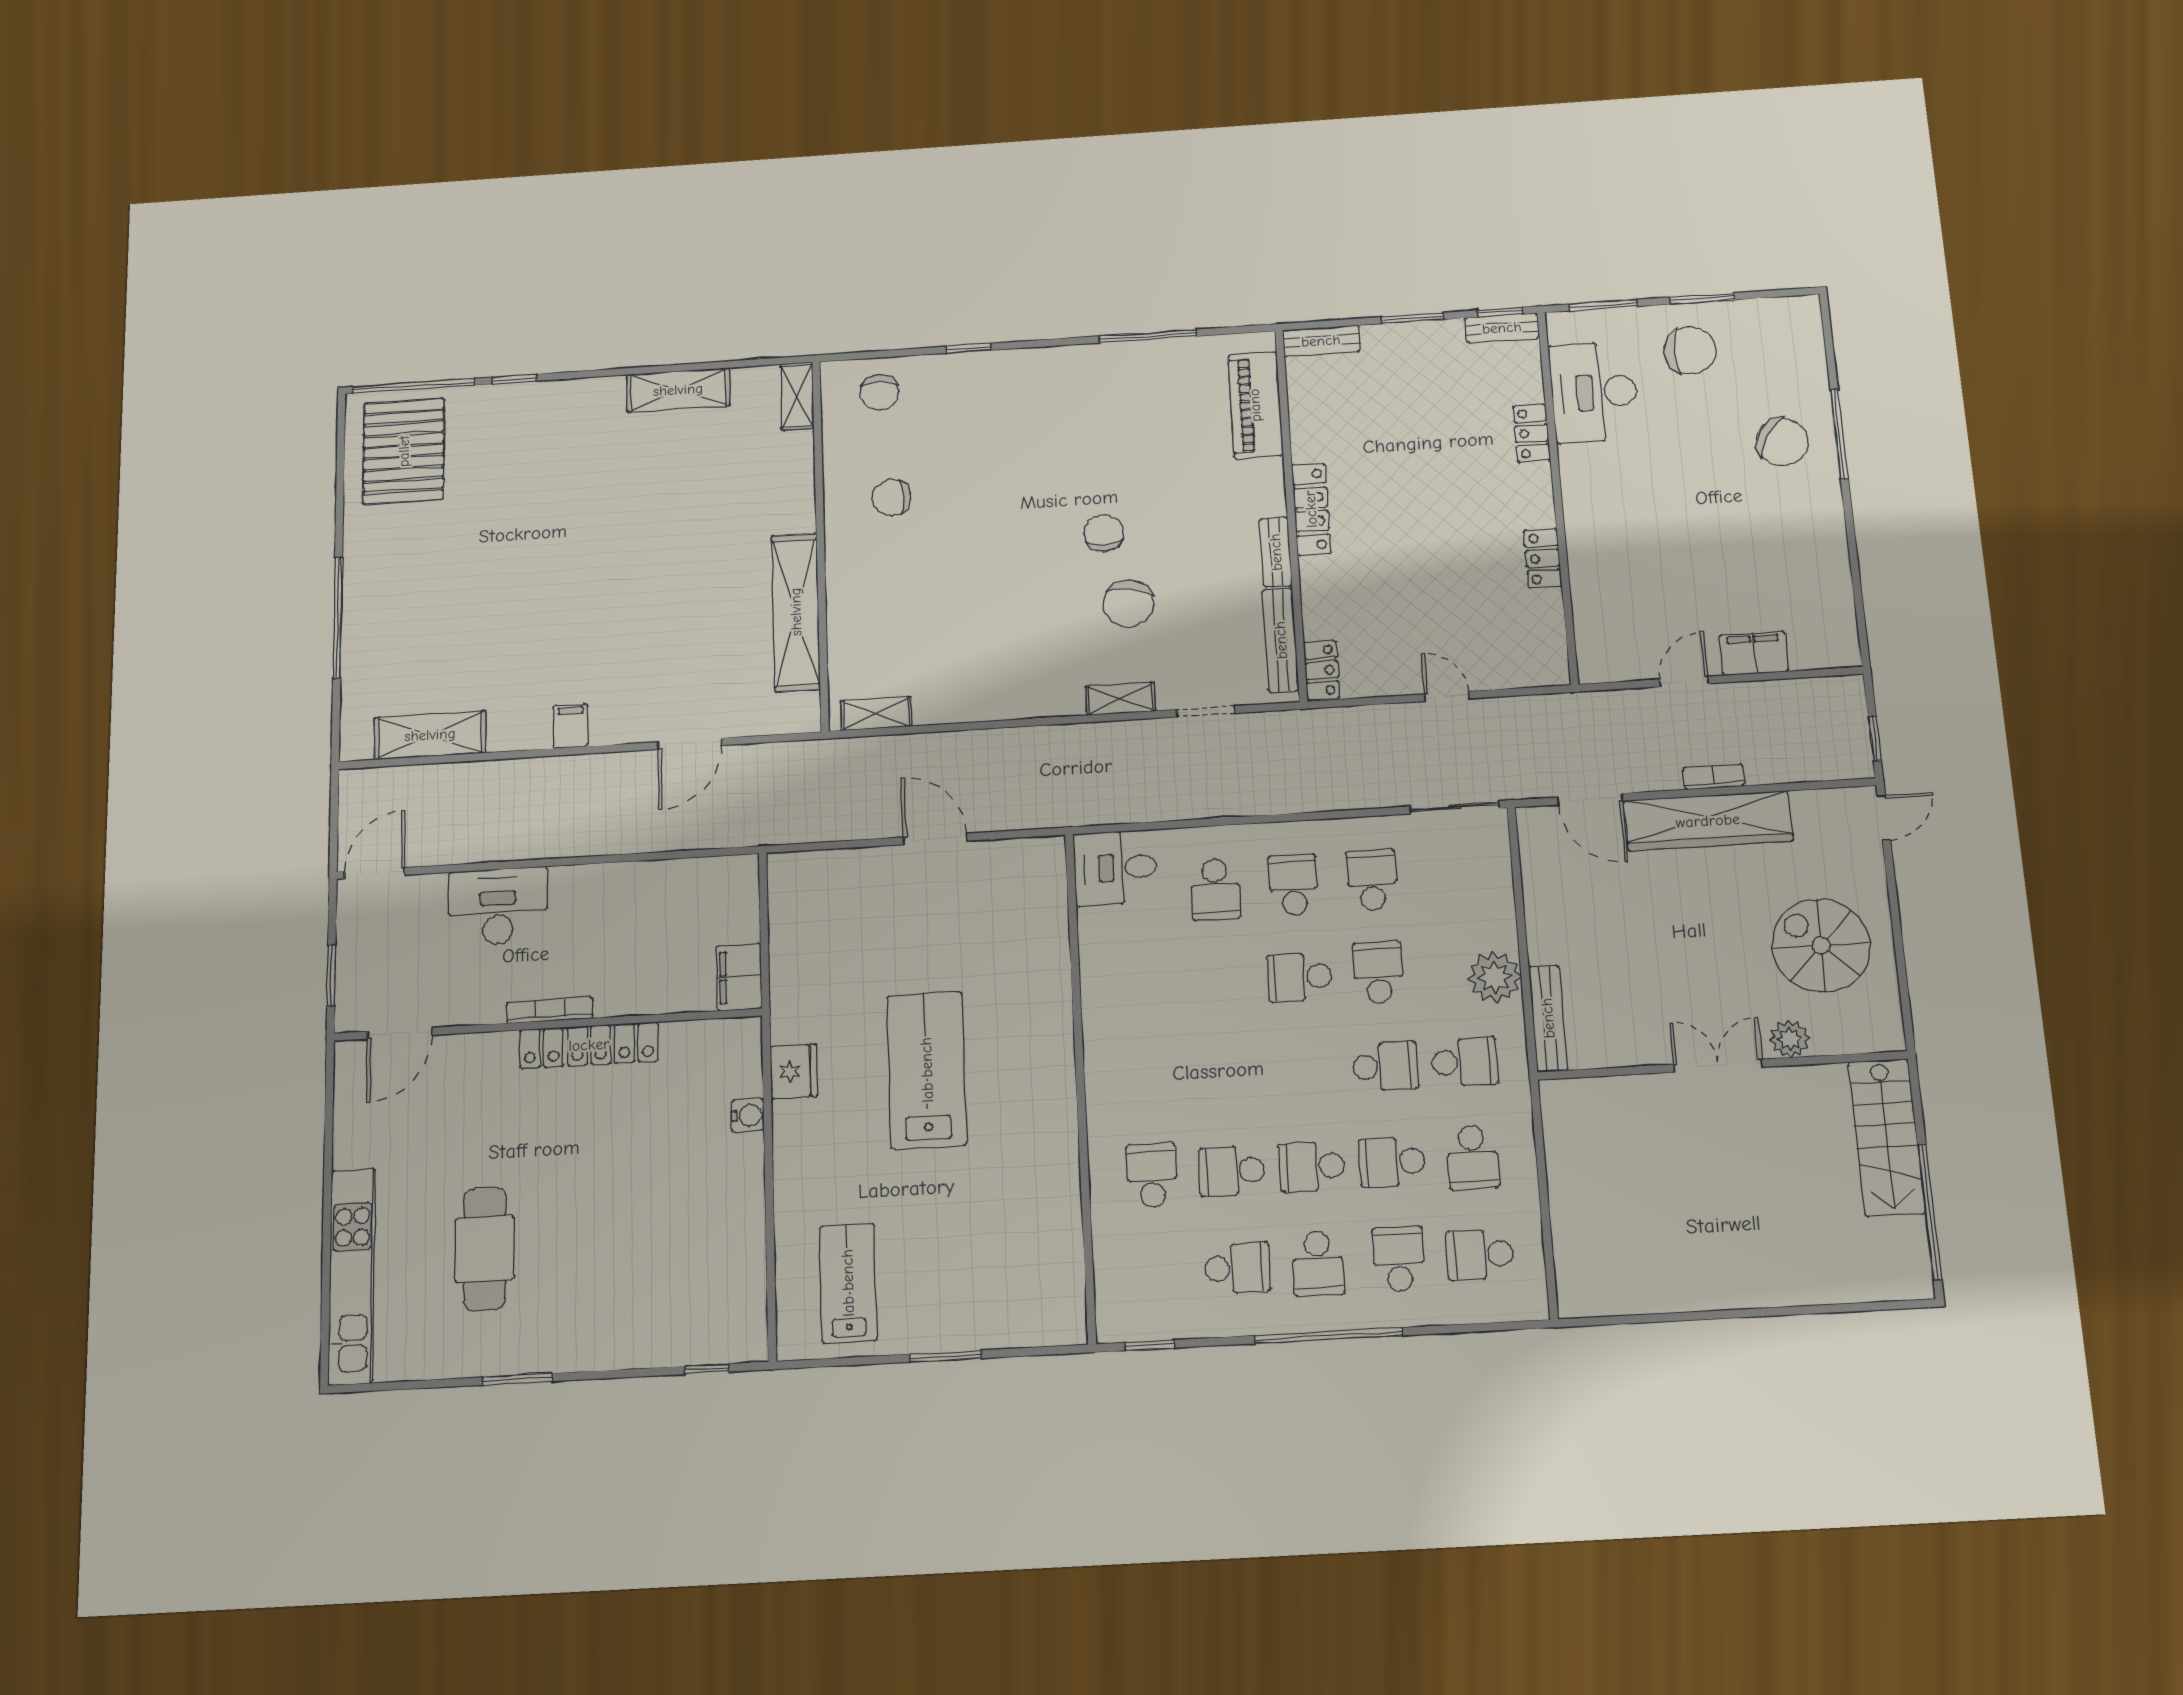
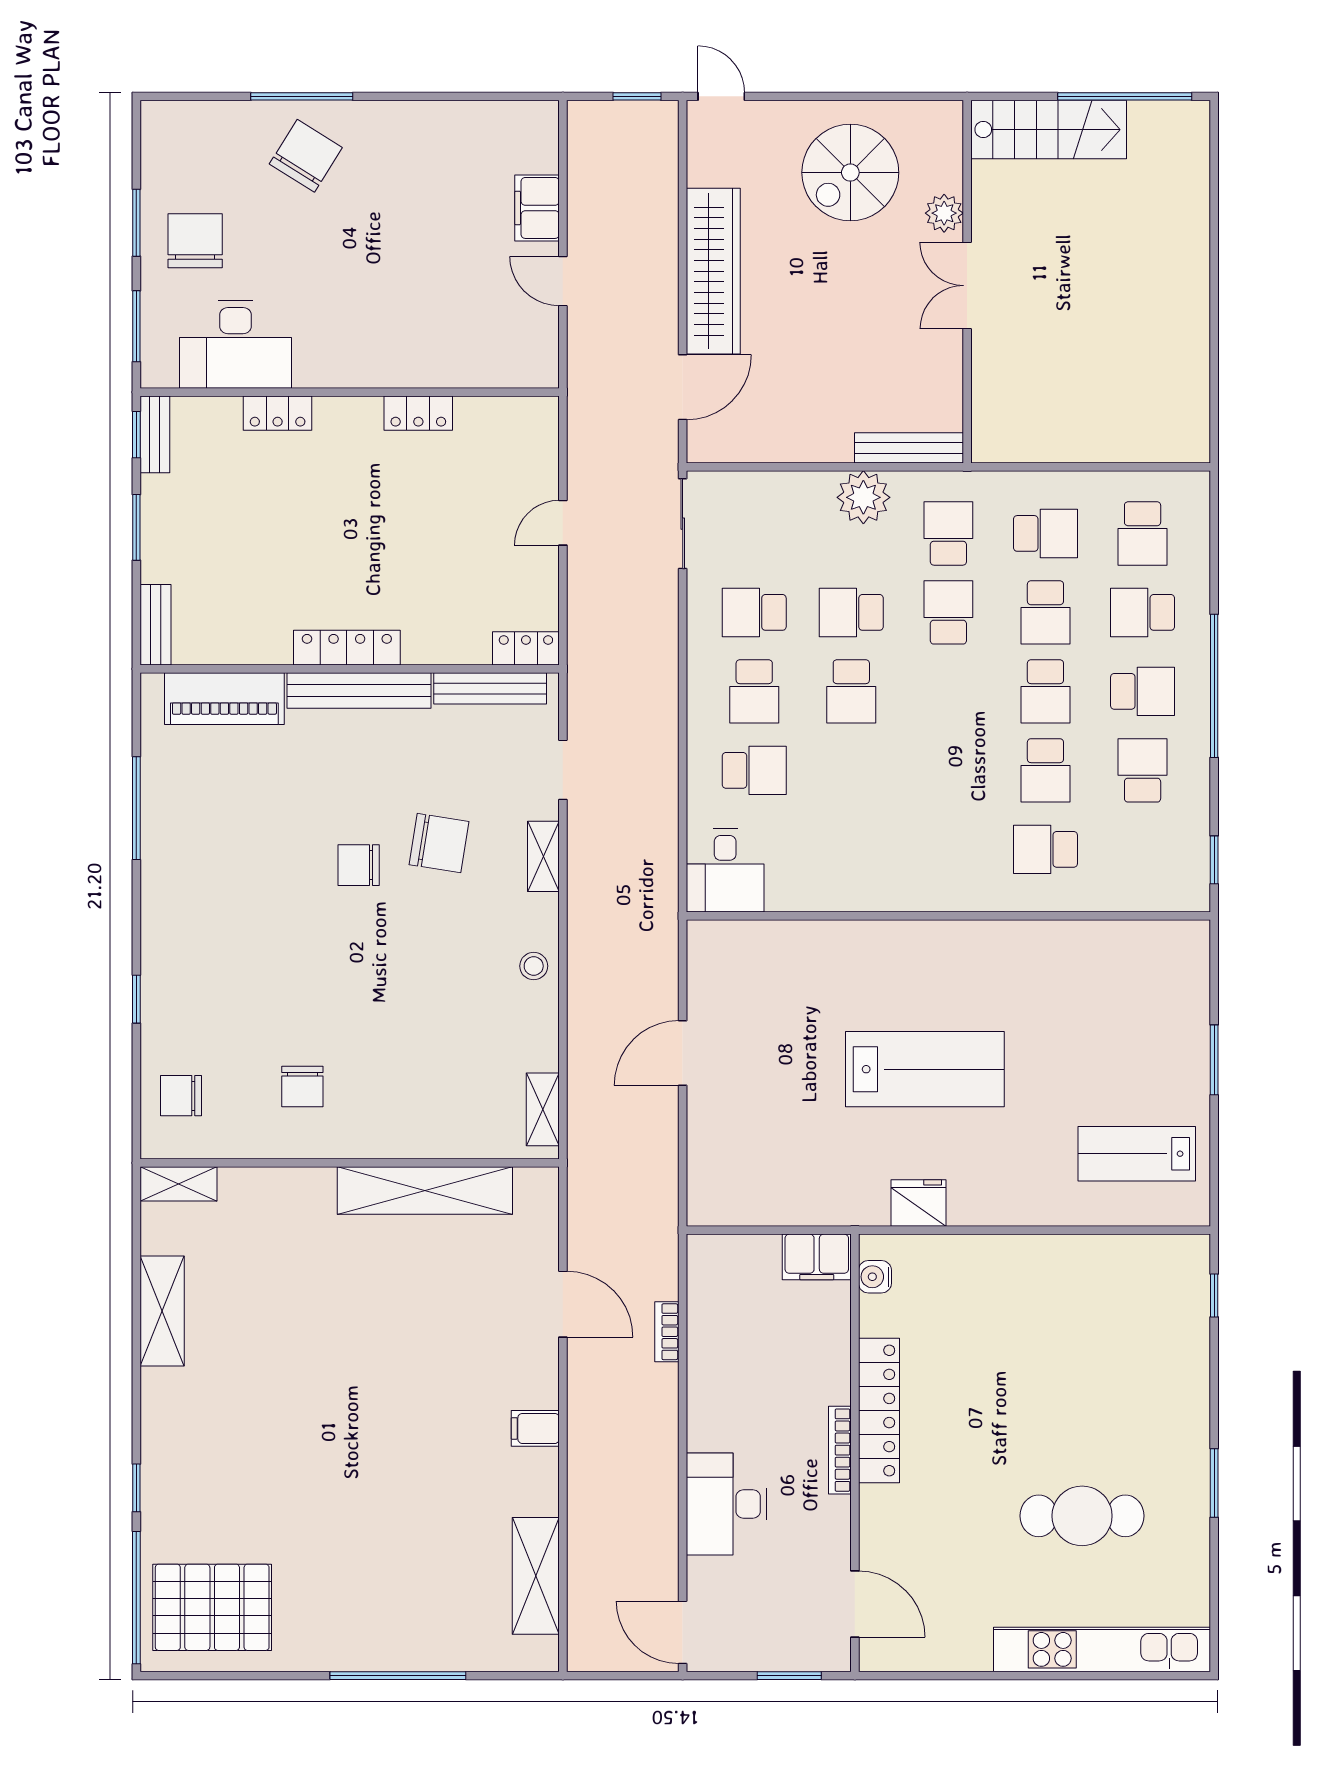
chair: (880, 393) -> (181, 1096), turned 180
bench: (1276, 552) -> (359, 691), width x1.86, depth x1.21
stool: (1014, 697) -> (534, 966), added
bookcase: (1714, 777) -> (667, 1332), moved
school desk: (1293, 885) -> (754, 691), turned -90
lab bench: (927, 1070) -> (925, 1069), turned 180
water cooler: (748, 1115) -> (875, 1277), moved, turned -90

